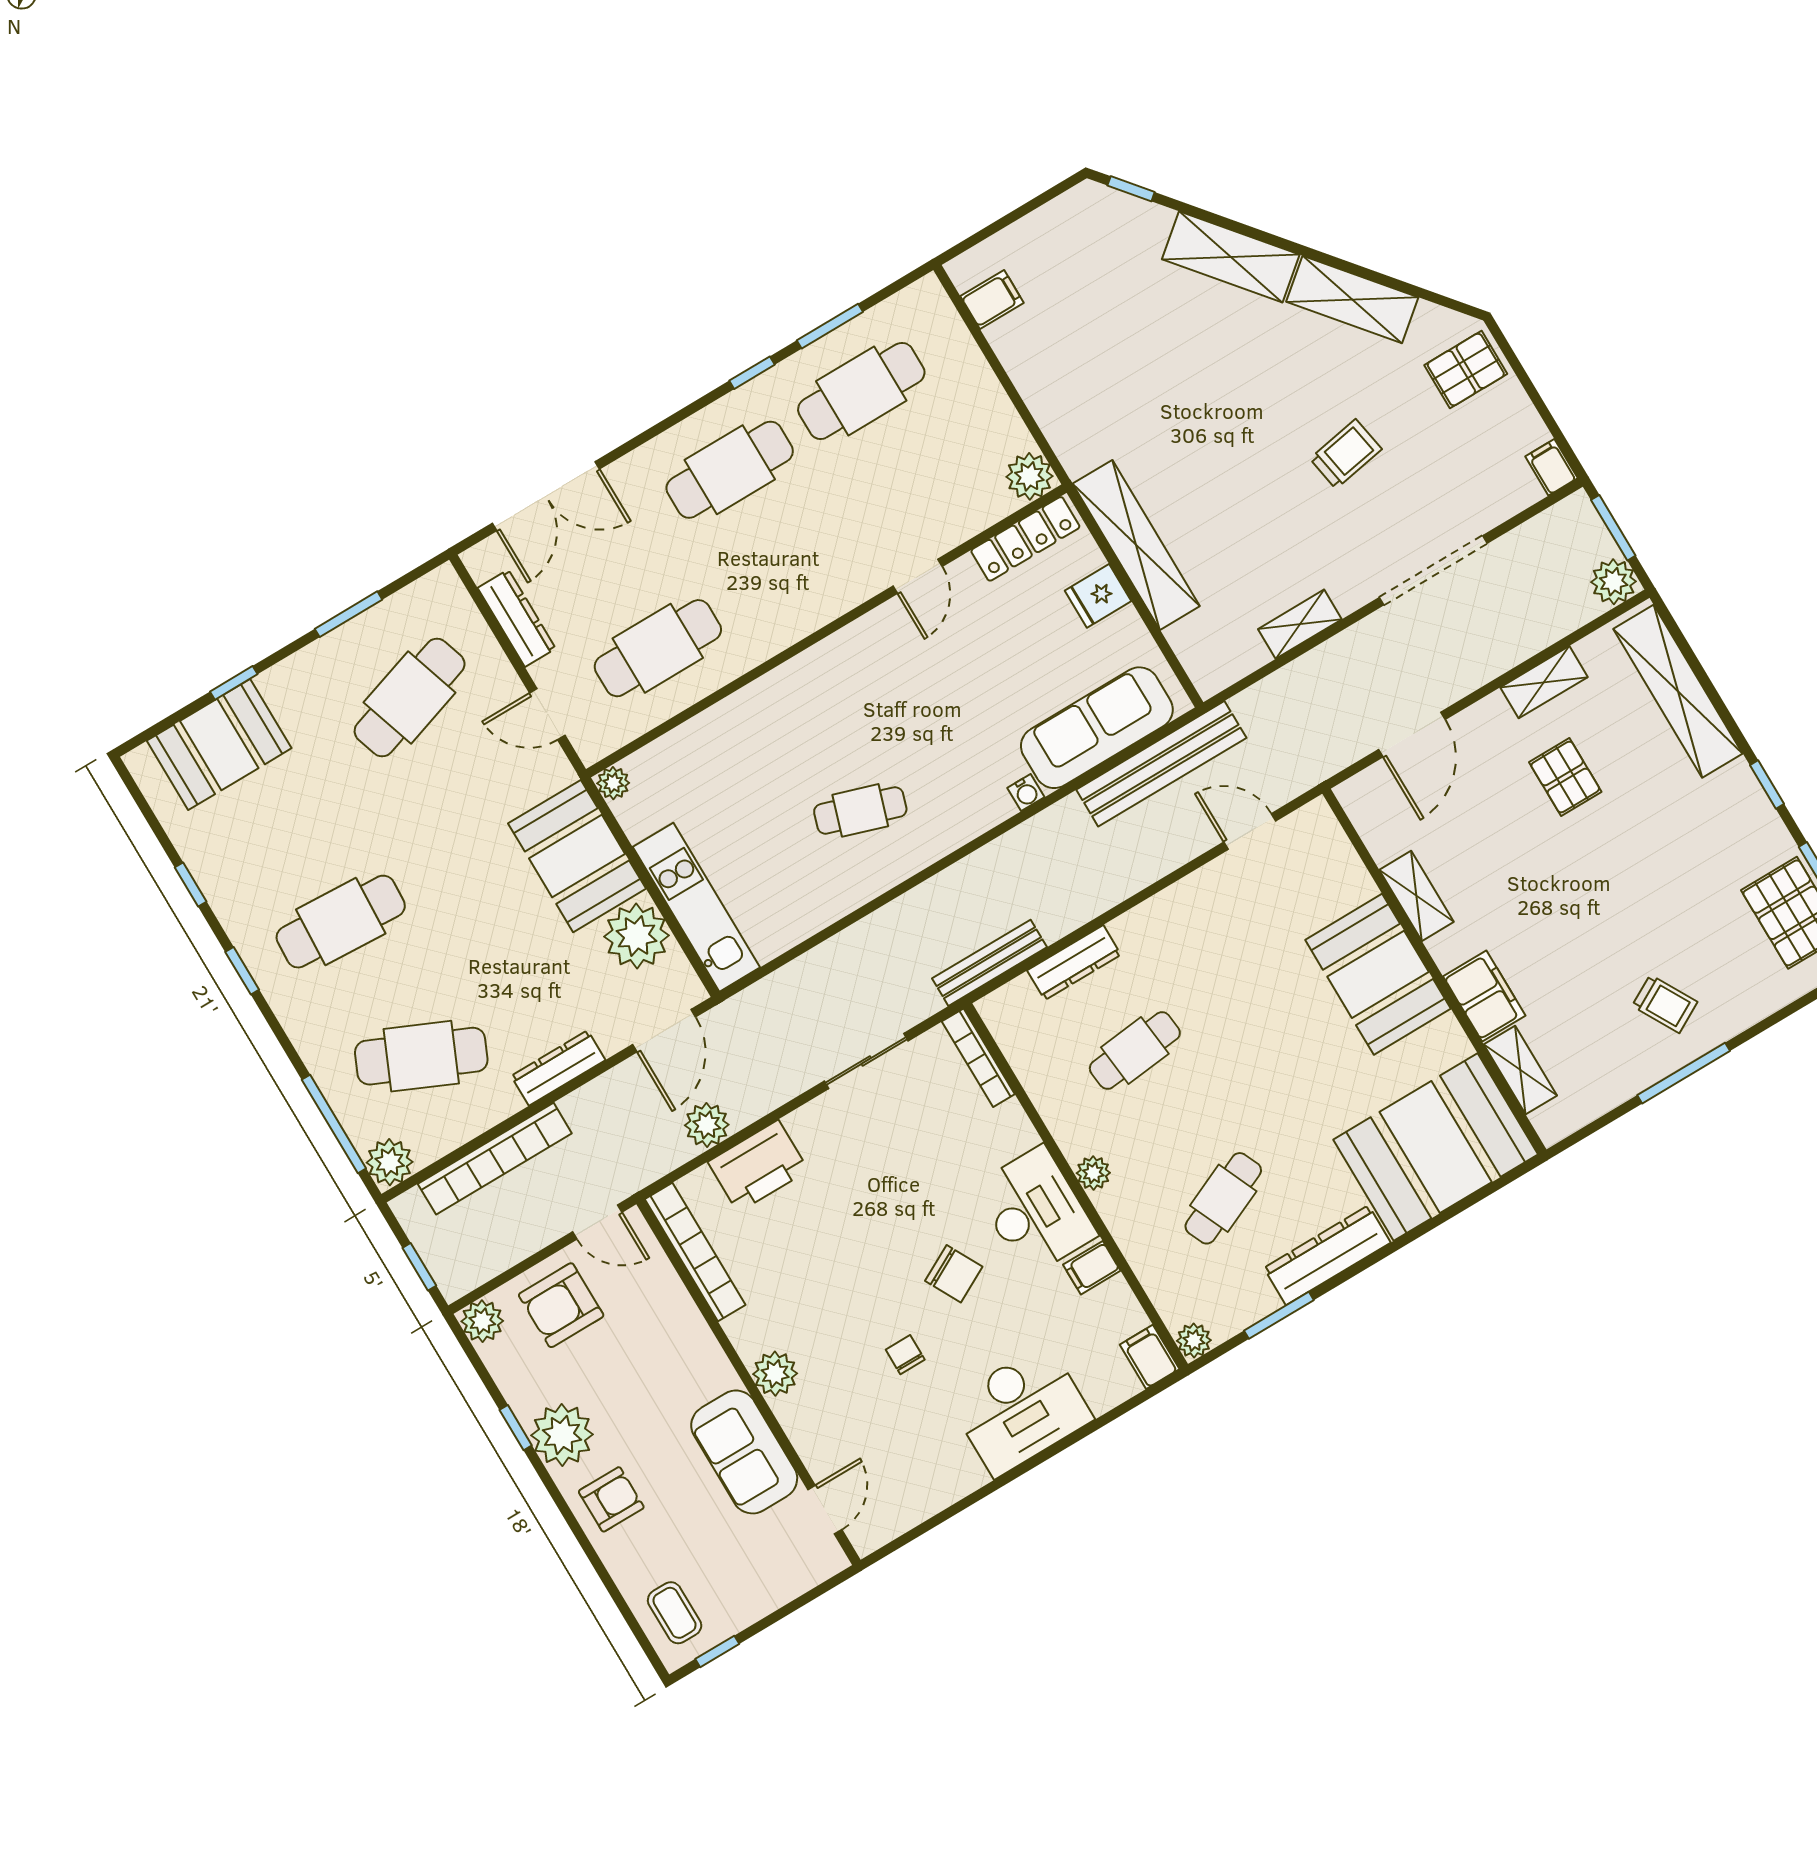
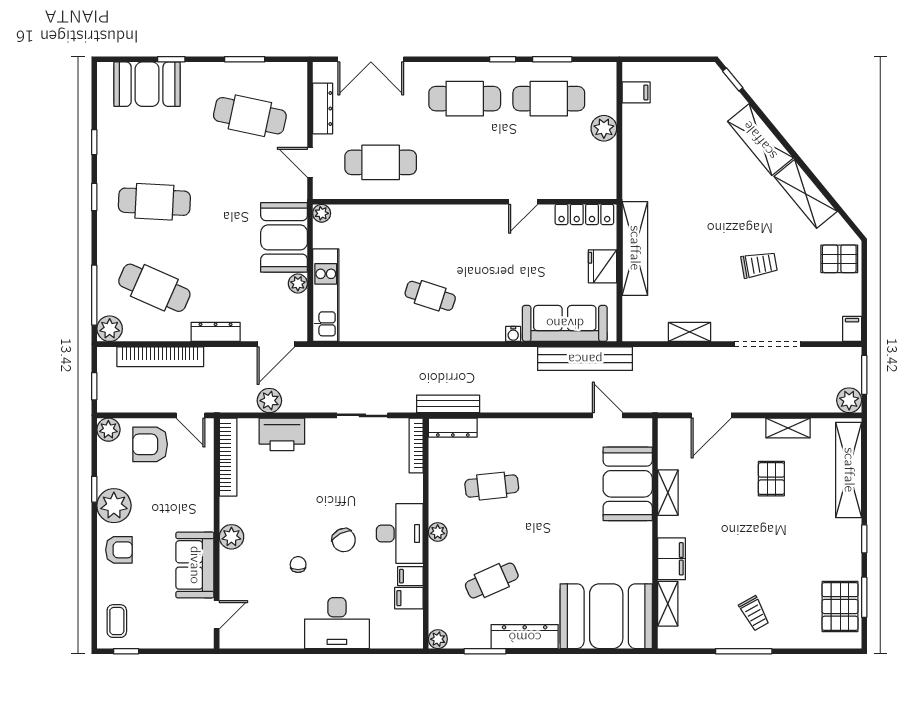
plant: (1029, 476) -> (604, 128), moved
fridge: (1098, 596) -> (602, 266), width x1.38
cafe table: (410, 698) -> (250, 116), turned 30
plant: (637, 936) -> (298, 283), width x0.53, depth x0.53
dresser: (1074, 963) -> (453, 428), moved
booth: (1378, 974) -> (628, 484), moved
filing cabinet: (1150, 1357) -> (409, 598), moved, turned -90

